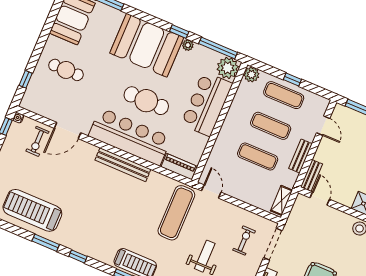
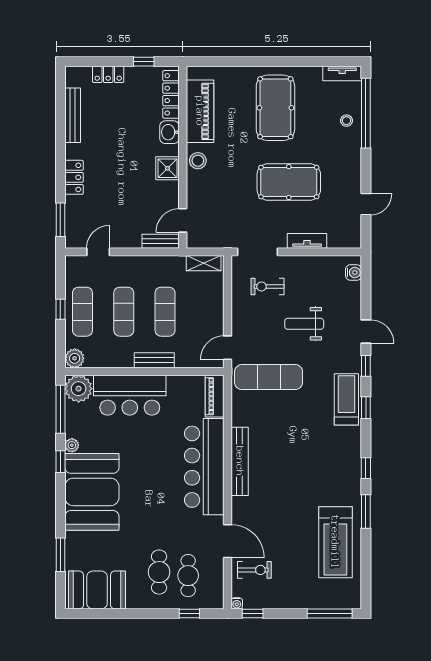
cafe table: (146, 101) -> (188, 576), moved, width x0.73, depth x0.74
bench: (300, 156) -> (154, 360), moved

